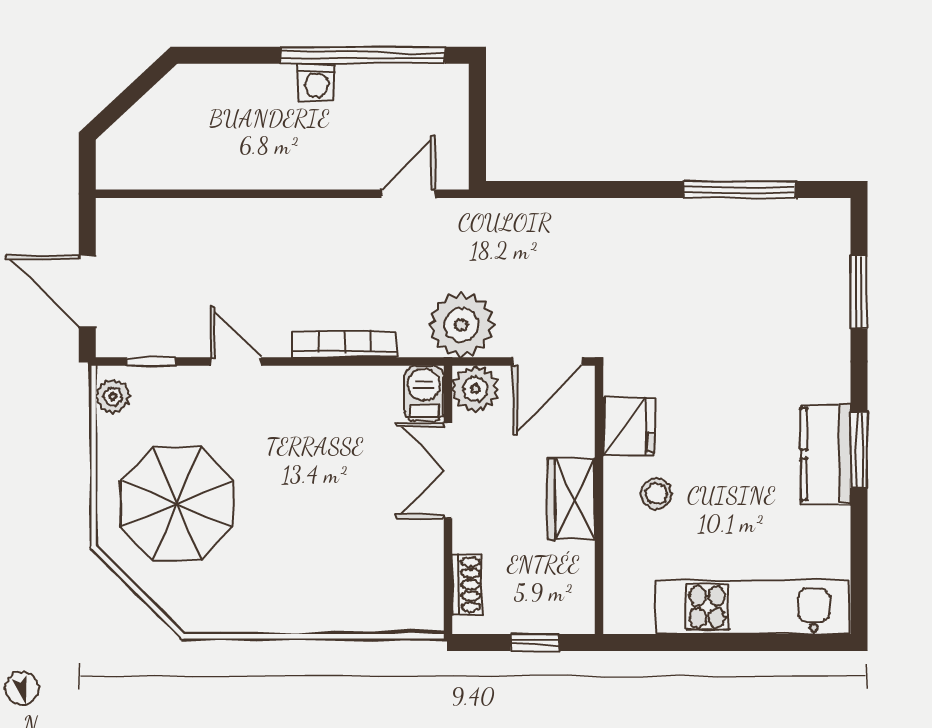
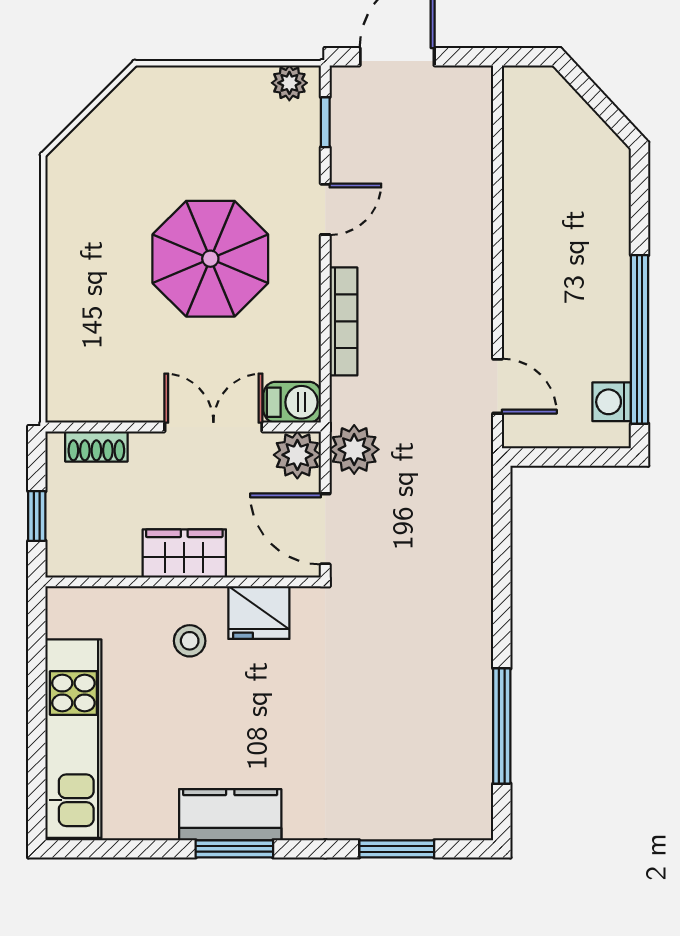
washing machine: (316, 83) -> (612, 402), moved
plant: (461, 325) -> (354, 449), width x0.73, depth x0.73
parasol: (177, 504) -> (210, 259), moved

